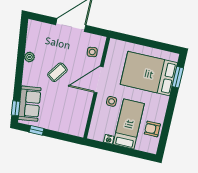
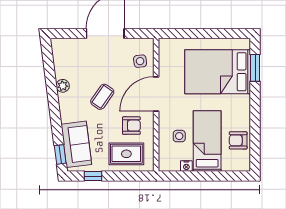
armchair: (74, 99) -> (131, 126), added
side table: (112, 101) -> (179, 136), moved
rug: (66, 119) -> (126, 154), added

